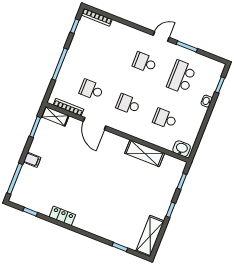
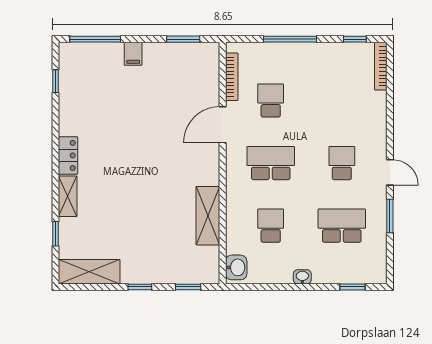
washbasin: (207, 101) -> (302, 277), moved
school desk: (128, 104) -> (271, 163), width x1.85
shelving: (55, 116) -> (68, 196), moved
locker: (62, 216) -> (68, 155), moved

